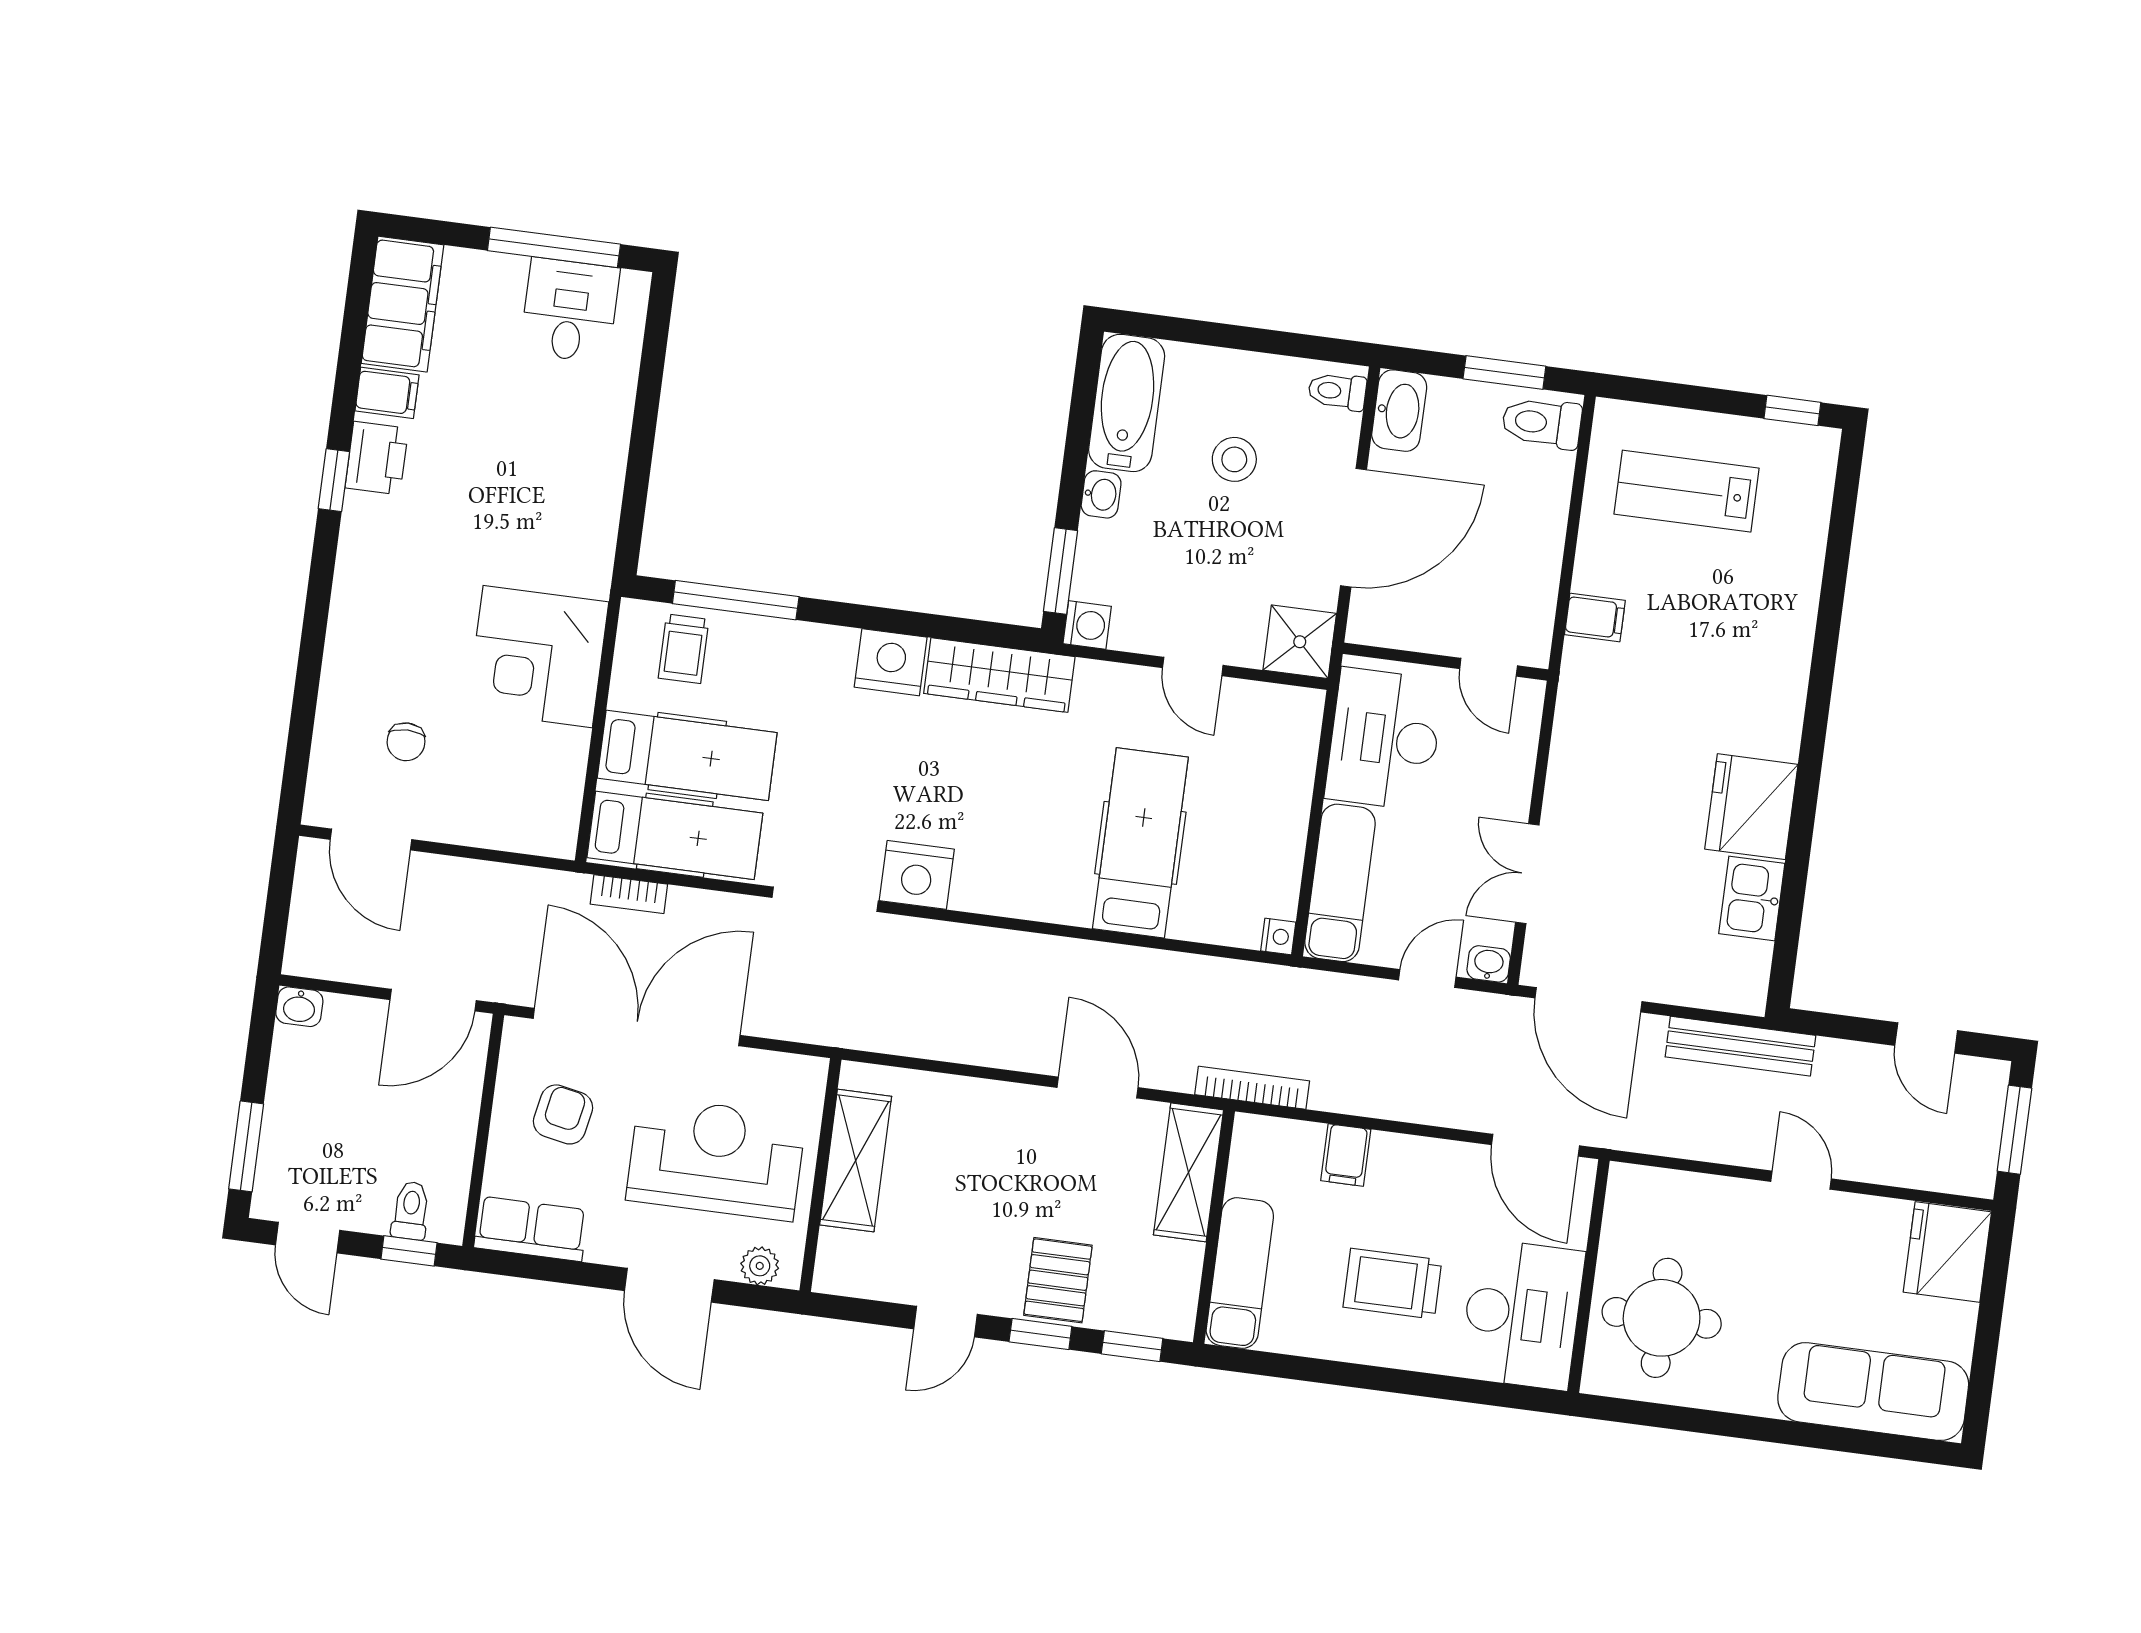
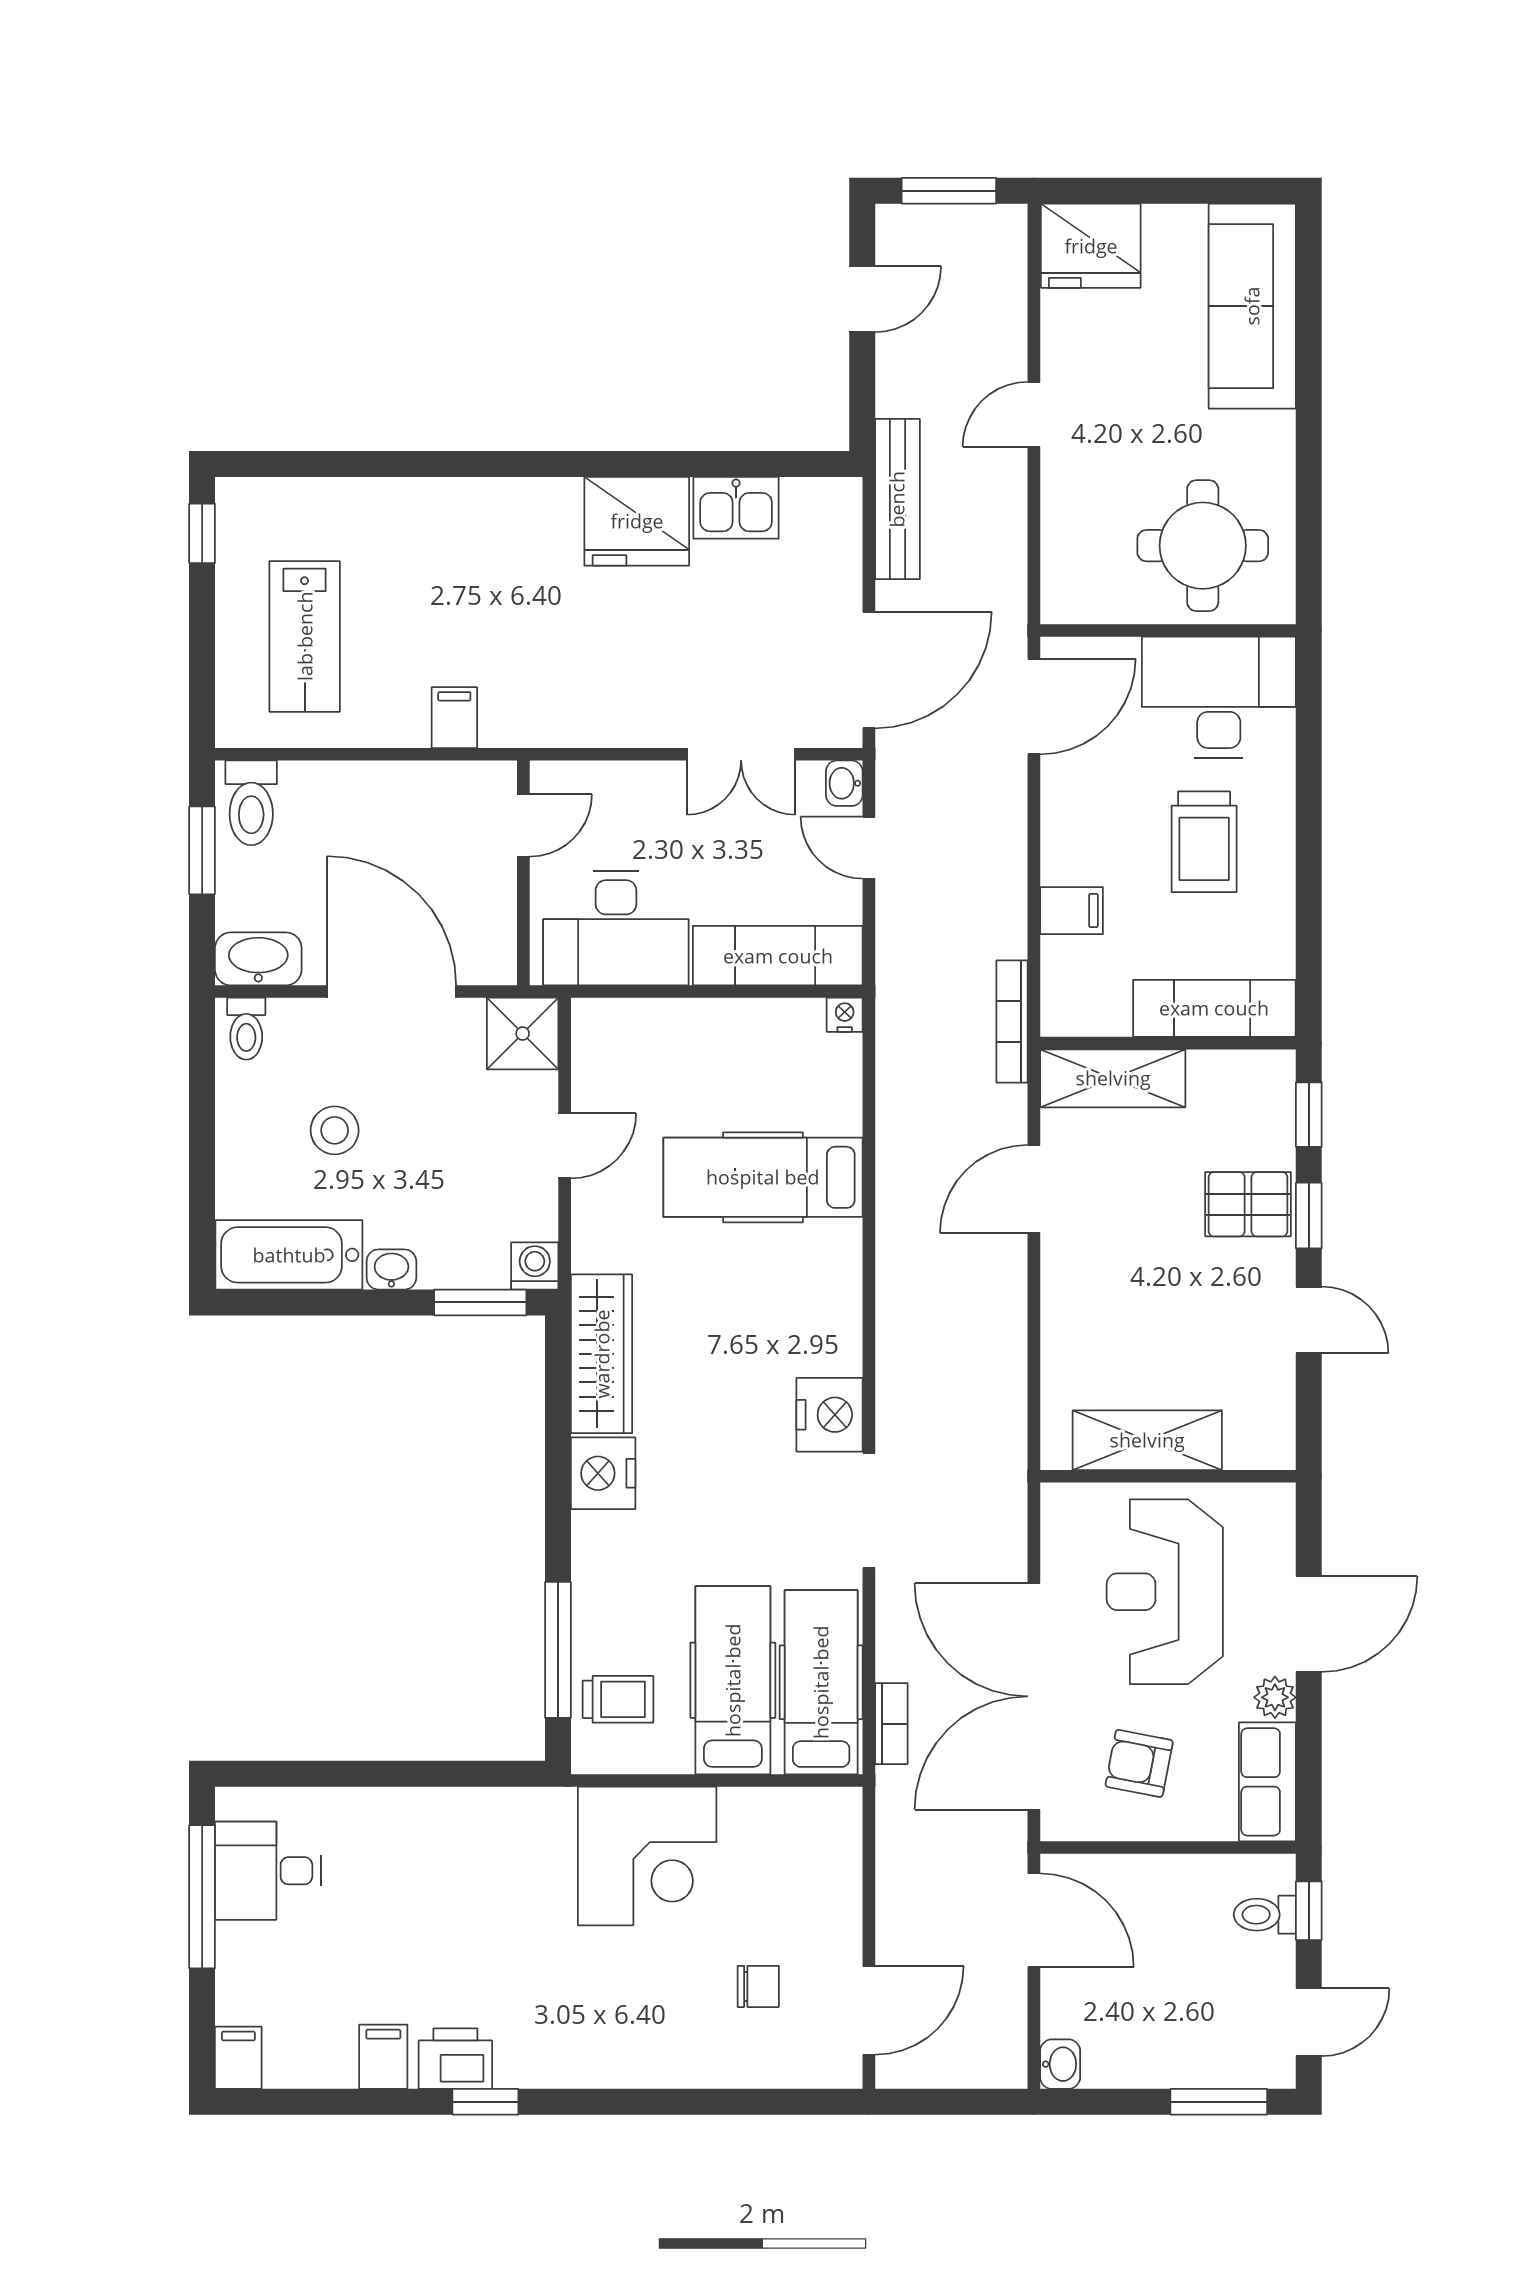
filing cabinet: (403, 304) -> (238, 2058), width x0.33, depth x0.86
plant: (760, 1266) -> (1275, 1697), moved

